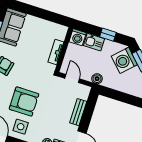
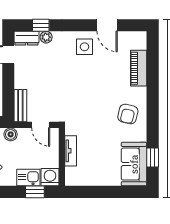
window: (108, 35) -> (35, 192), moved
armchair: (24, 101) -> (90, 79), removed
bench: (78, 112) -> (20, 106), moved

